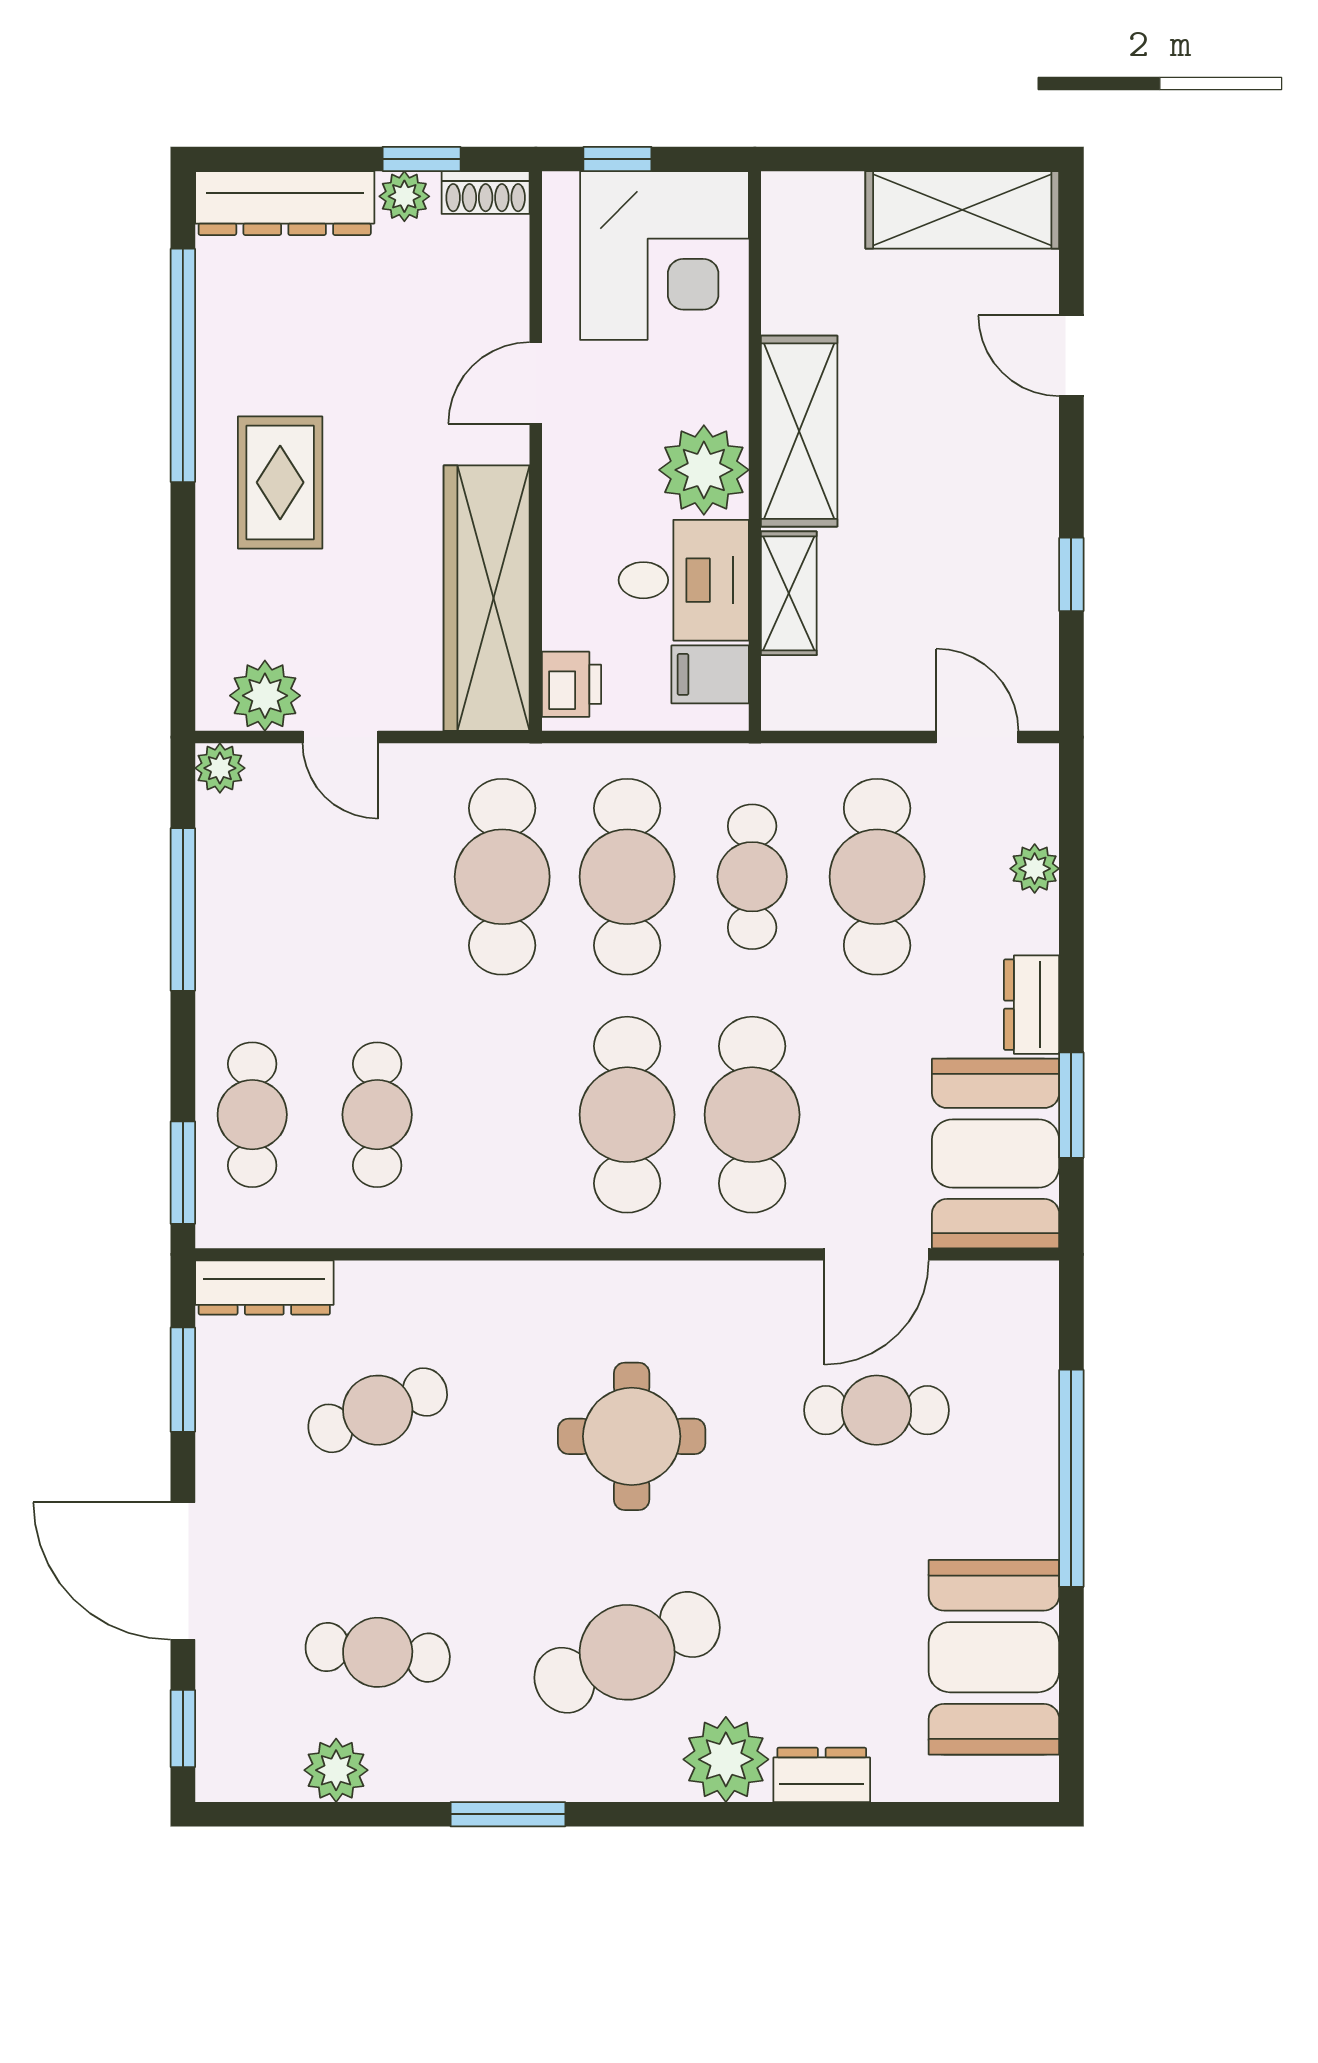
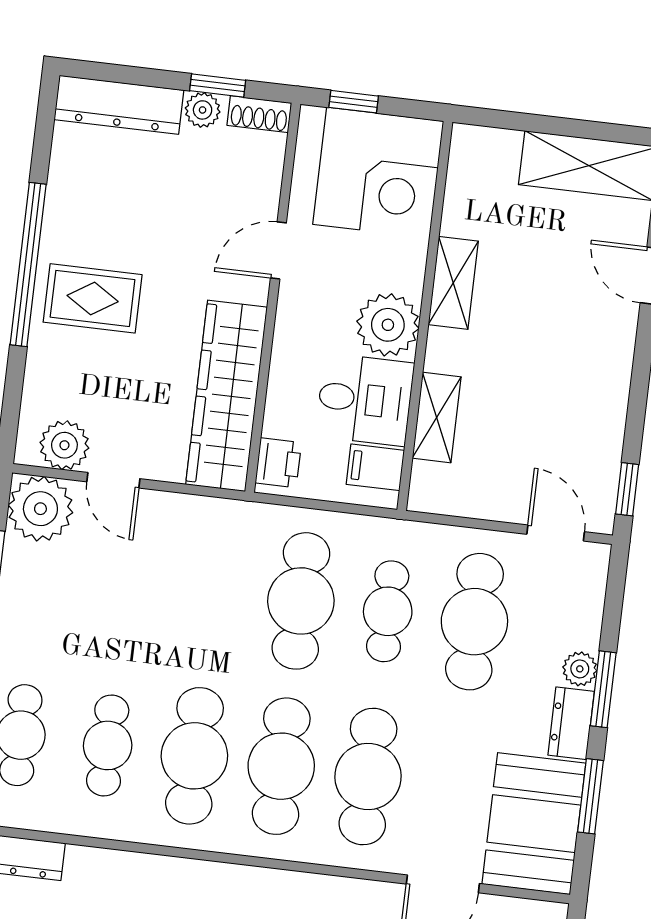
window: (183, 365) -> (28, 264), moved
shelving: (799, 431) -> (453, 283), width x0.67, depth x0.75
rug: (280, 482) -> (93, 298), turned 90
window: (1071, 574) -> (627, 489), moved
plant: (220, 768) -> (40, 509), width x1.88, depth x1.88
plant: (1035, 869) -> (580, 669), moved
cafe table: (502, 877) -> (194, 756), moved
window: (1071, 951) -> (603, 689), added

